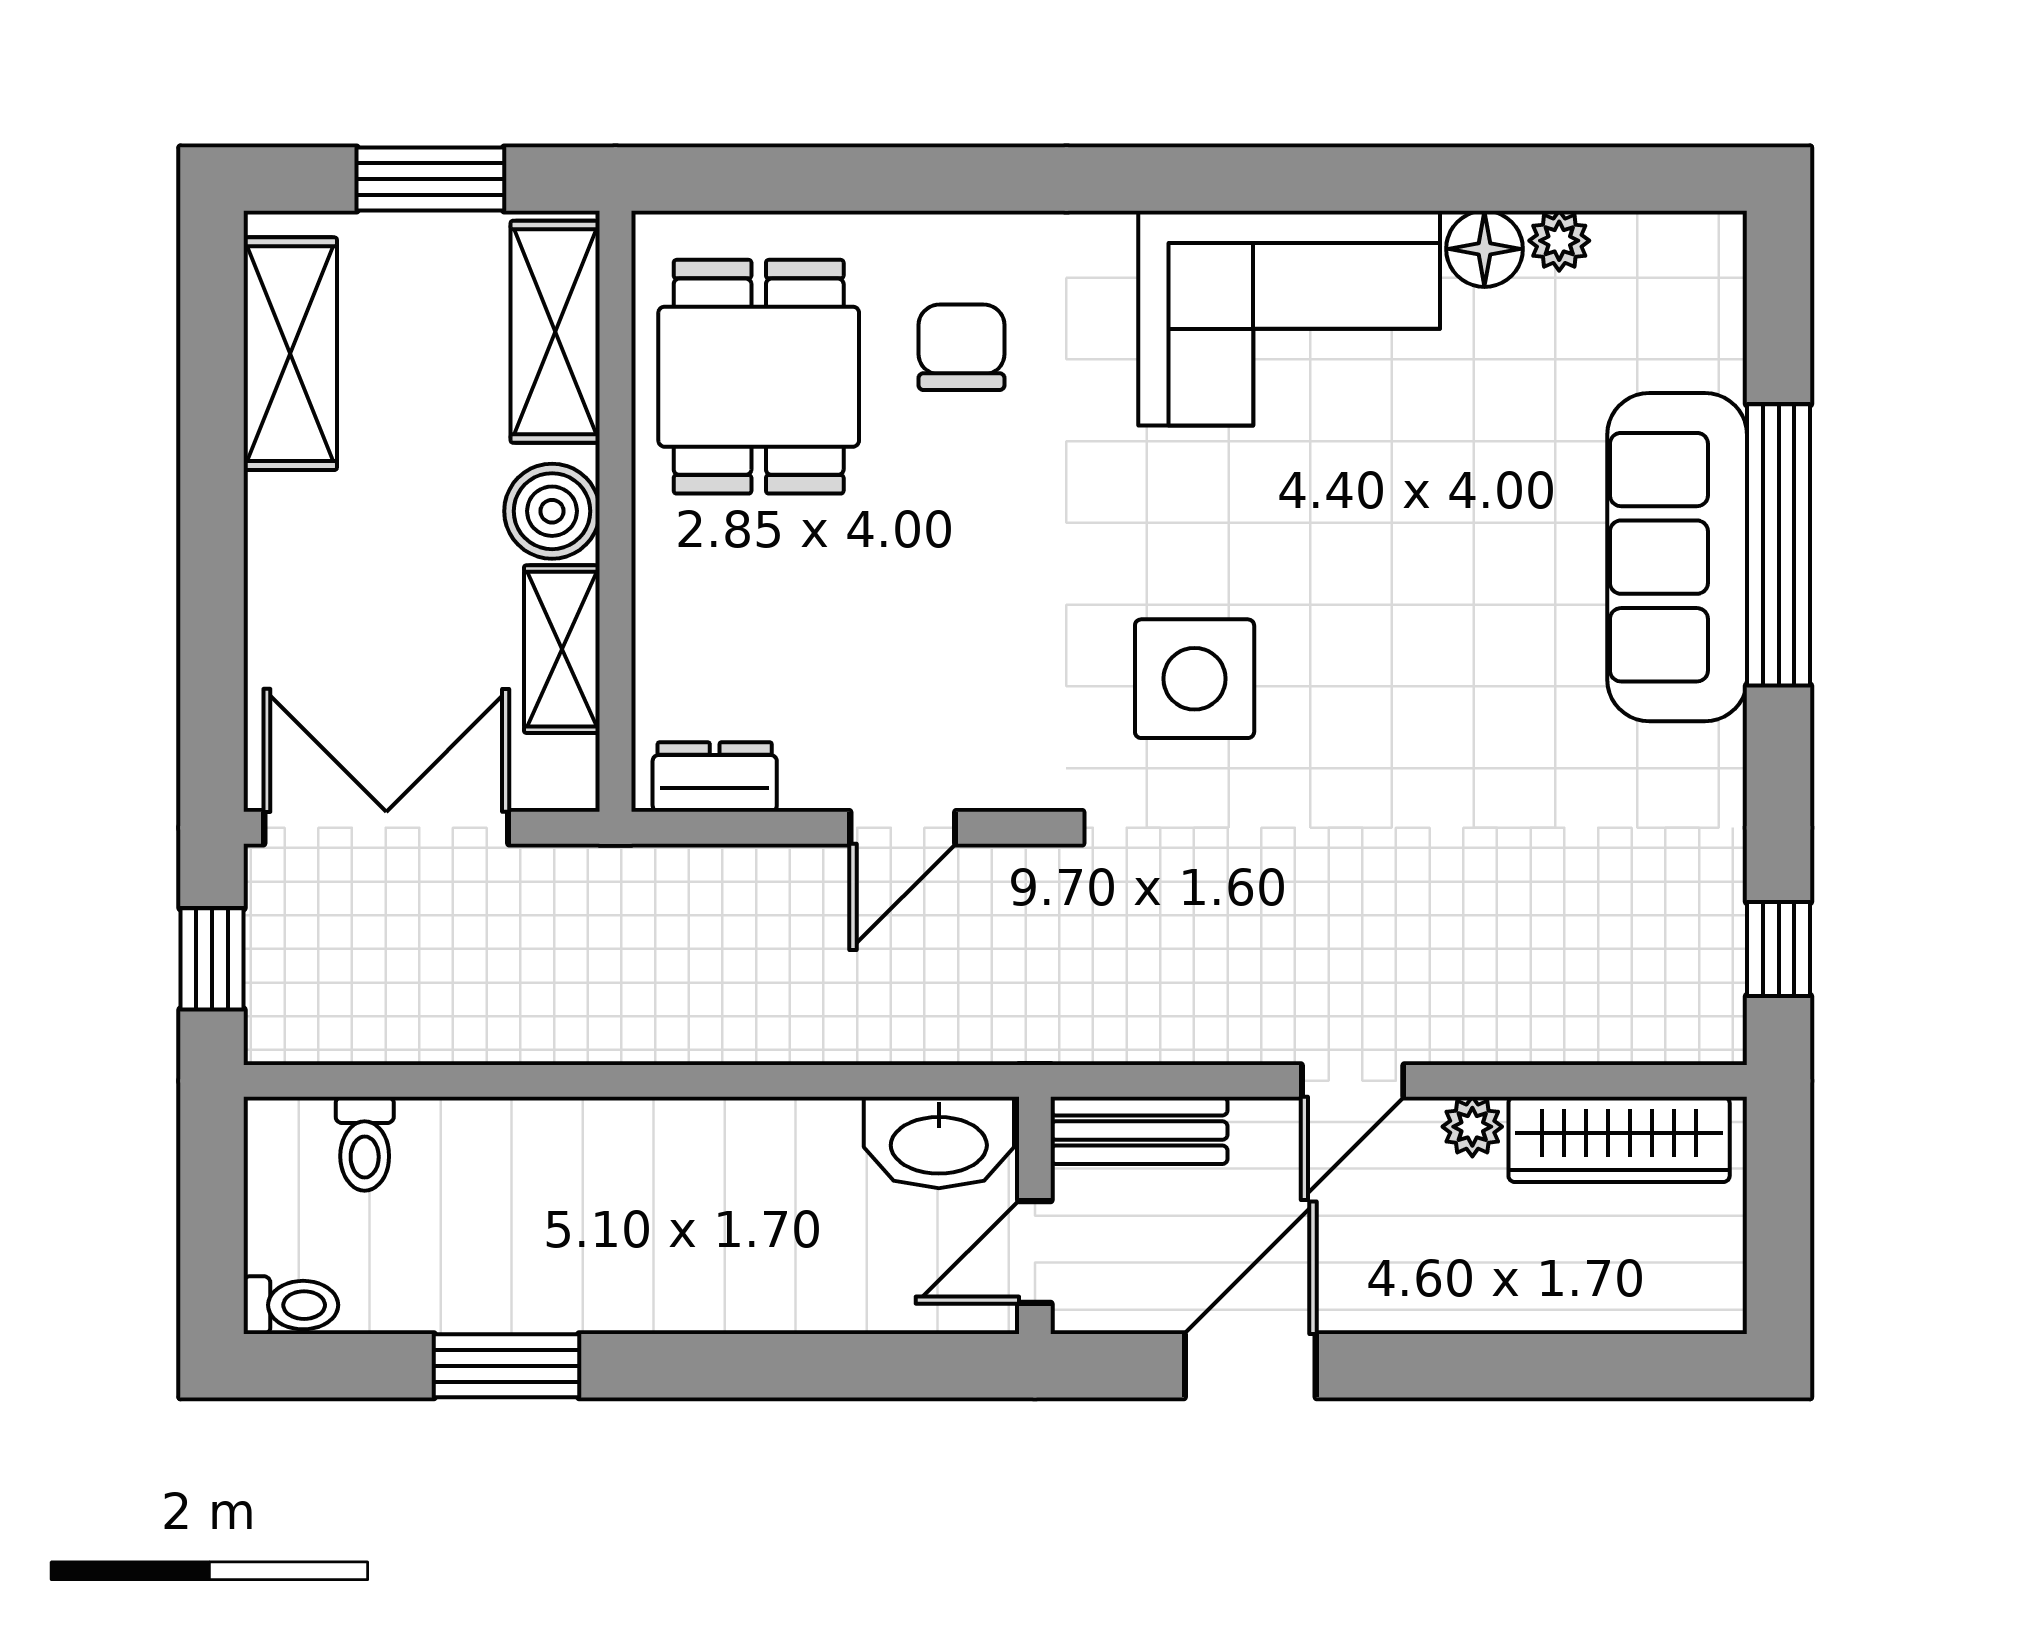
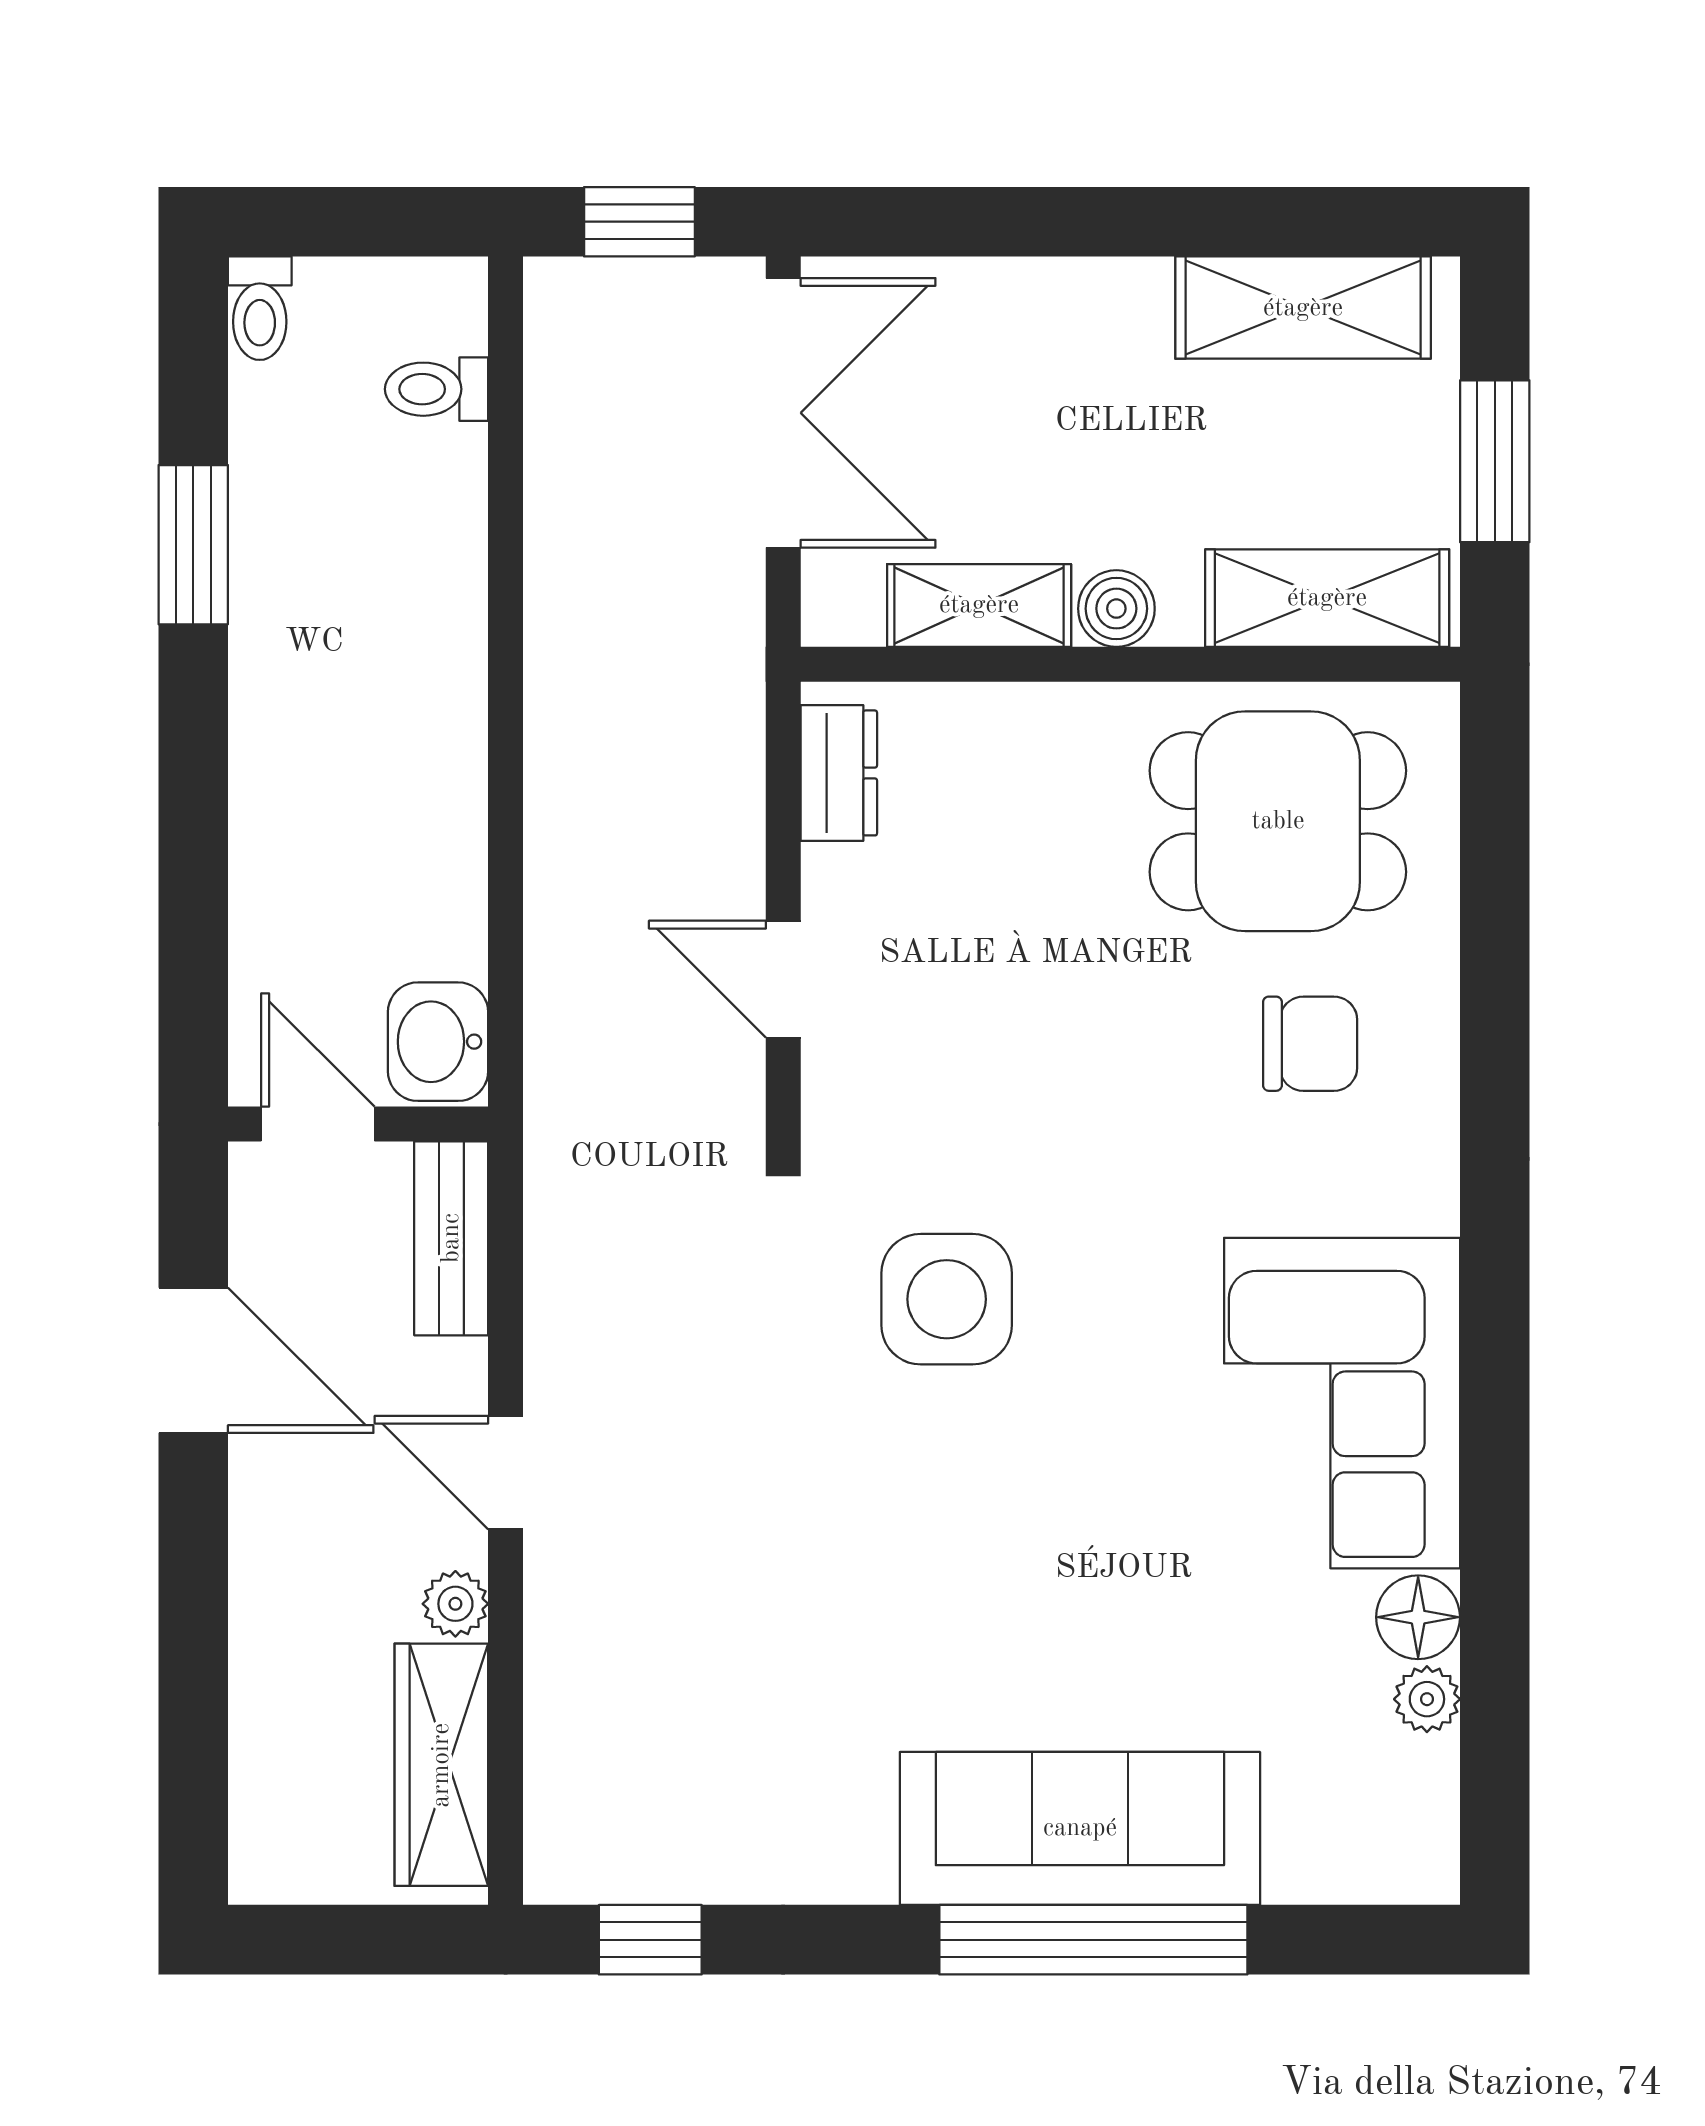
boiler: (552, 511) -> (1116, 609), width x0.73, depth x0.73
washbasin: (939, 1143) -> (438, 1042), width x0.72

